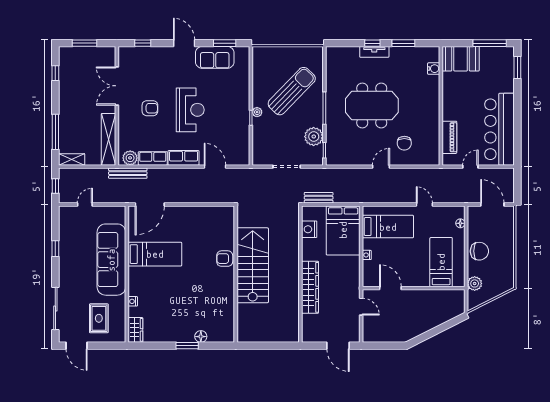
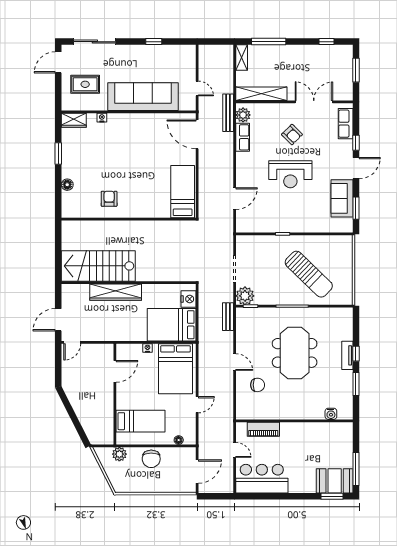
window: (143, 43) -> (356, 143), moved
booth: (461, 59) -> (335, 481), moved, turned 90
armchair: (150, 108) -> (292, 135), turned -45
plant: (257, 112) -> (288, 240), removed
bar counter: (500, 129) -> (262, 479), width x0.73
plant: (314, 137) -> (245, 296), moved
chair: (404, 143) -> (258, 385), turned 180
row of seats: (184, 158) -> (346, 124), moved, turned 180
window: (55, 186) -> (215, 42), removed
bench: (319, 198) -> (228, 317), moved
door: (85, 204) -> (197, 88), moved
bed: (388, 227) -> (175, 369), width x1.50
nightstand: (309, 229) -> (188, 299), moved, turned 90
bed: (155, 254) -> (183, 192), moved, turned 180
armchair: (225, 259) -> (109, 199), moved
stairs: (253, 265) -> (98, 266), moved, turned 180
door: (361, 307) -> (72, 342), moved
window: (187, 346) -> (58, 154), moved

